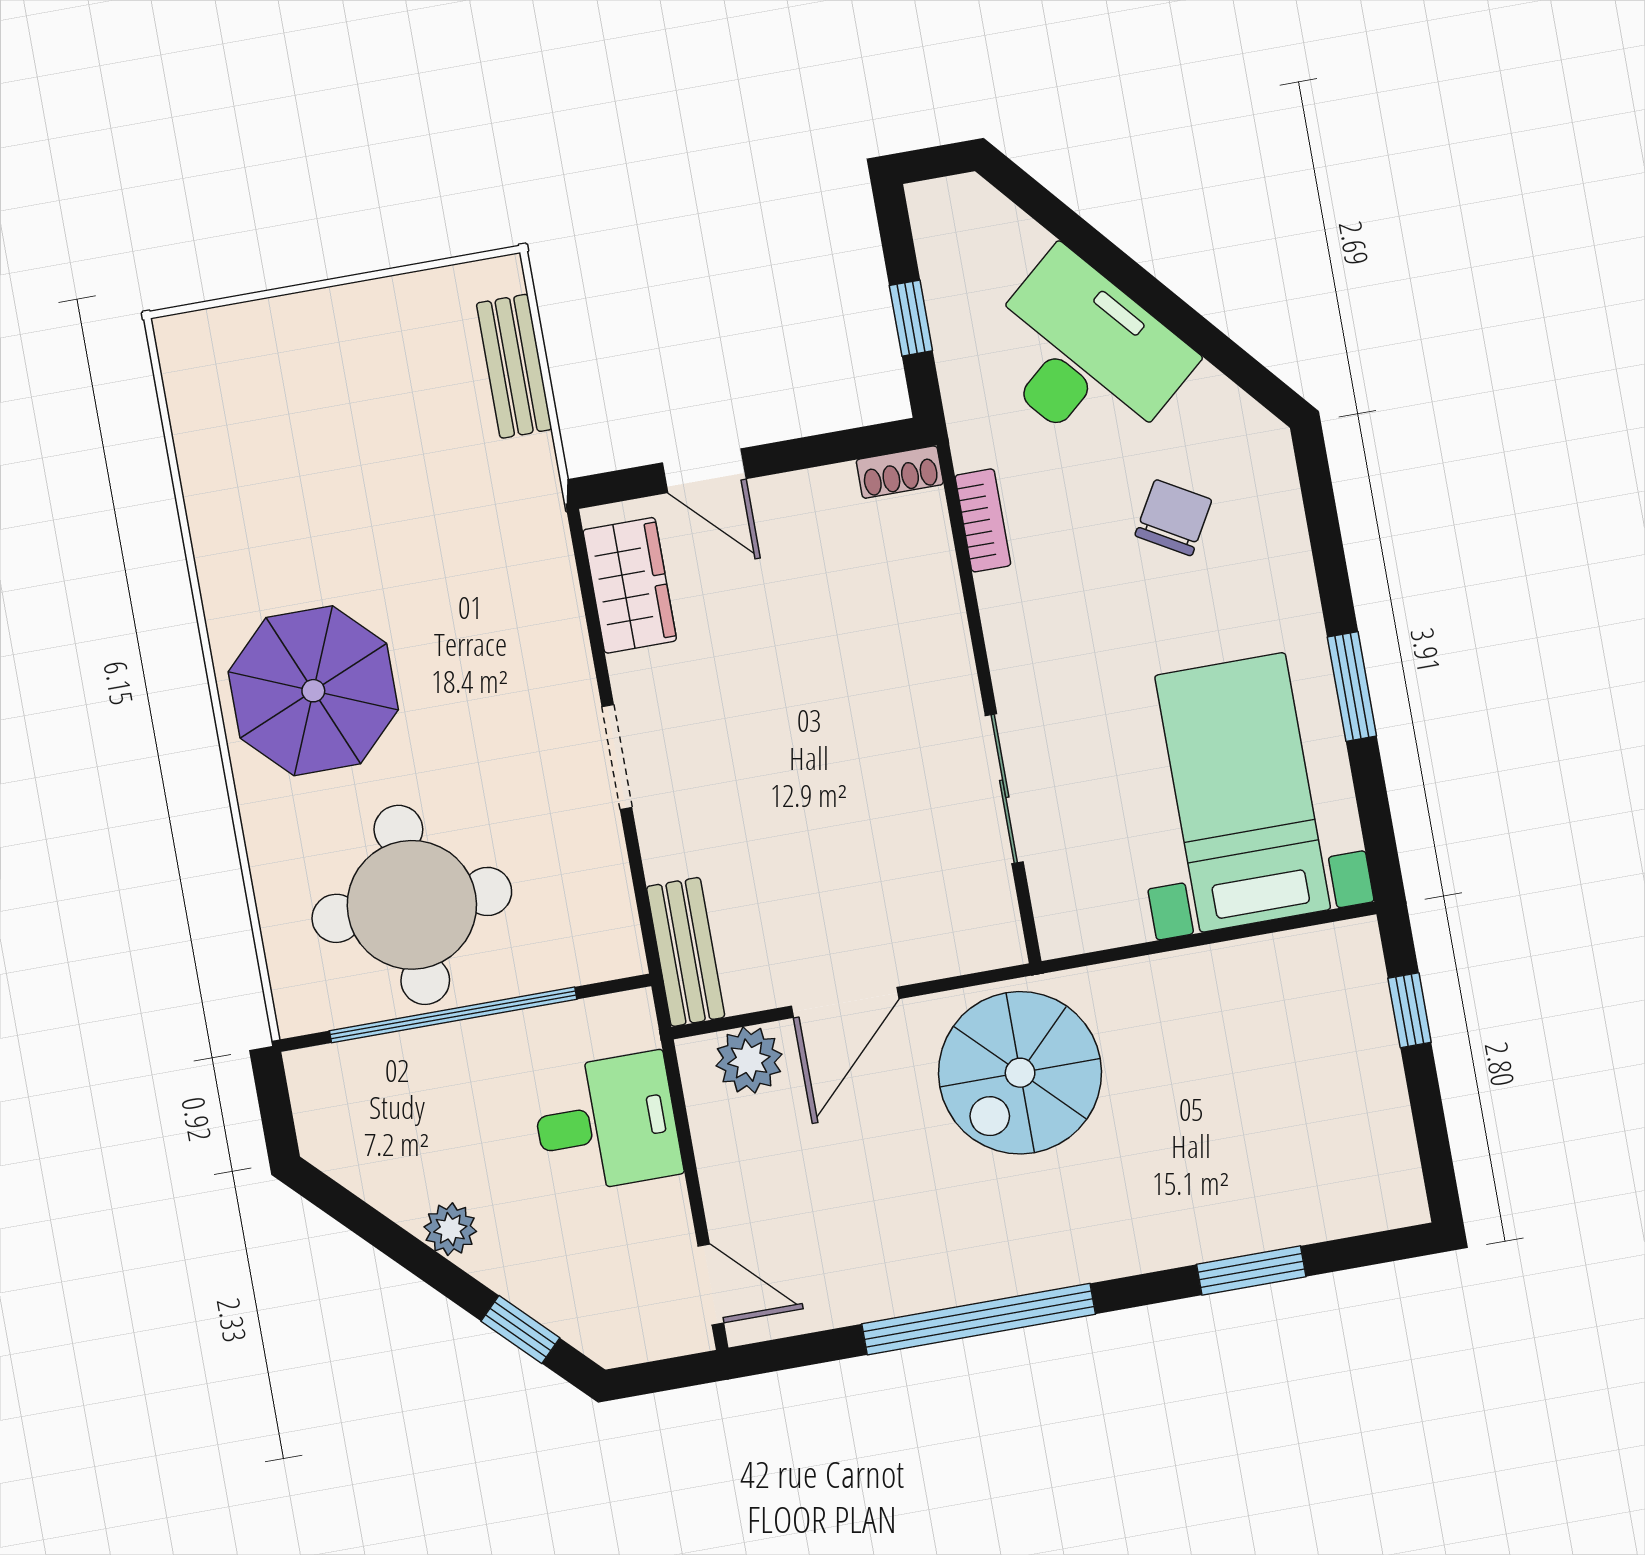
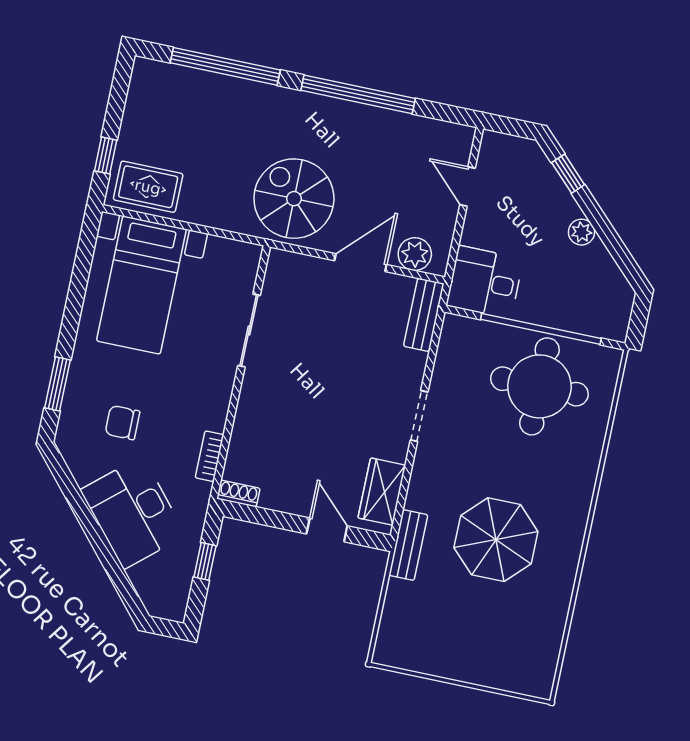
bench: (514, 366) -> (408, 545), moved
chair: (1173, 518) -> (122, 423), turned 60
window: (1352, 686) -> (57, 384), moved
parasol: (313, 691) -> (496, 540), moved
rug: (1305, 984) -> (148, 187), added
spiral stairs: (1020, 1073) -> (294, 199), turned -90
desk: (606, 1123) -> (485, 282), moved
window: (1251, 1270) -> (225, 66), width x2.11
door: (711, 1284) -> (468, 187), moved

